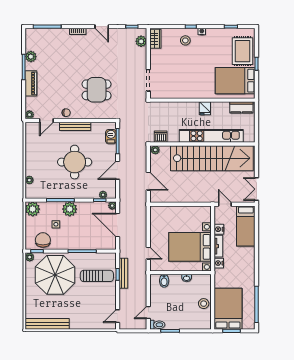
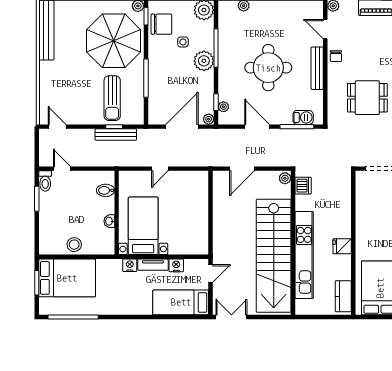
dining table: (97, 90) -> (367, 98), turned 90
bed with nightstands: (190, 247) -> (143, 226), width x0.73
door: (148, 253) -> (160, 169), moved

